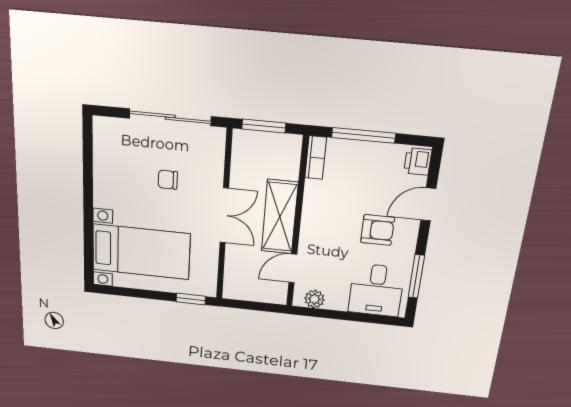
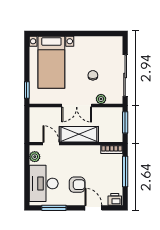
plant: (214, 169) -> (101, 99), added
armchair: (378, 230) -> (77, 185), turned -90
desk: (376, 290) -> (44, 183), width x1.37

